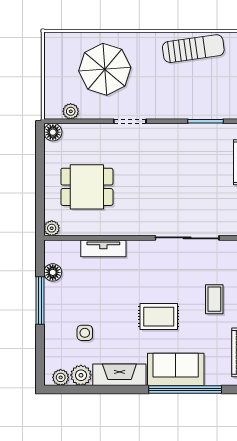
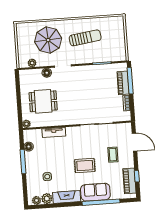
sun lounger: (193, 49) -> (85, 38), moved
floor lamp: (53, 132) -> (47, 73), moved

